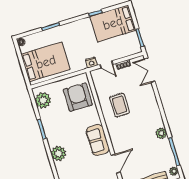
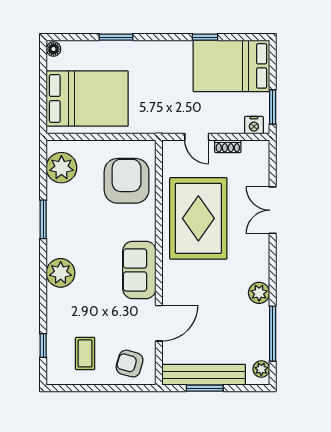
nightstand: (91, 62) -> (254, 125), moved
double door: (150, 70) -> (273, 210), moved
rug: (119, 105) -> (198, 218), width x1.86, depth x2.06

